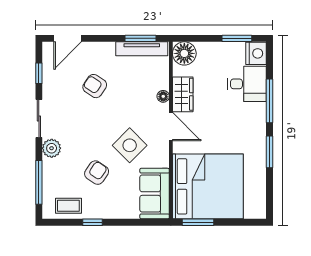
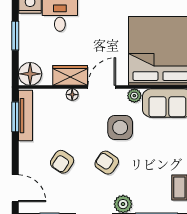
window: (237, 38) -> (15, 36), moved
side table: (130, 145) -> (120, 127), turned 45
plant: (162, 160) -> (134, 96), added
armchair: (97, 173) -> (107, 163), moved

